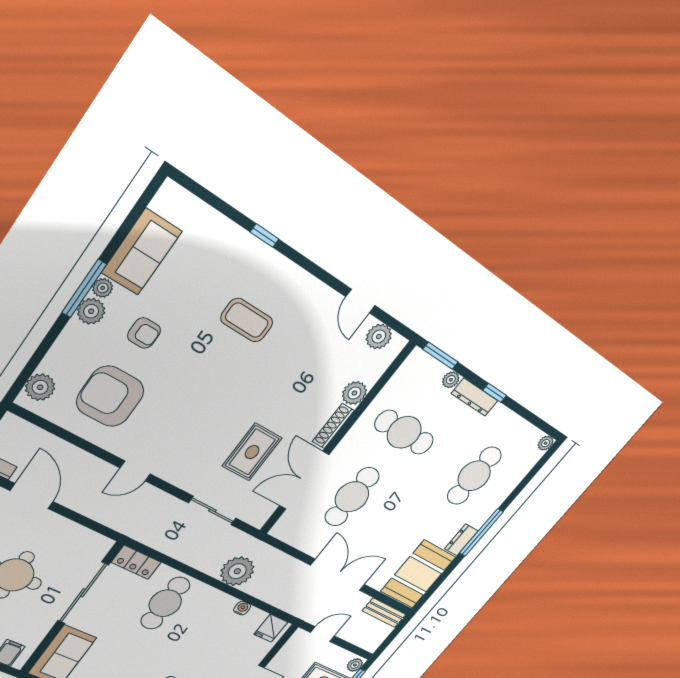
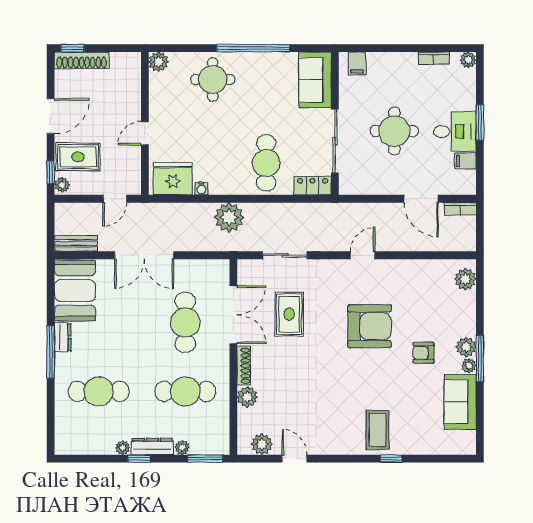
coffee table: (247, 320) -> (377, 430), moved, turned 90
armchair: (110, 396) -> (369, 326), moved
plant: (546, 443) -> (123, 448), moved
cafe table: (474, 476) -> (99, 391), turned 90
fridge: (271, 628) -> (173, 179), width x1.88, depth x1.34

